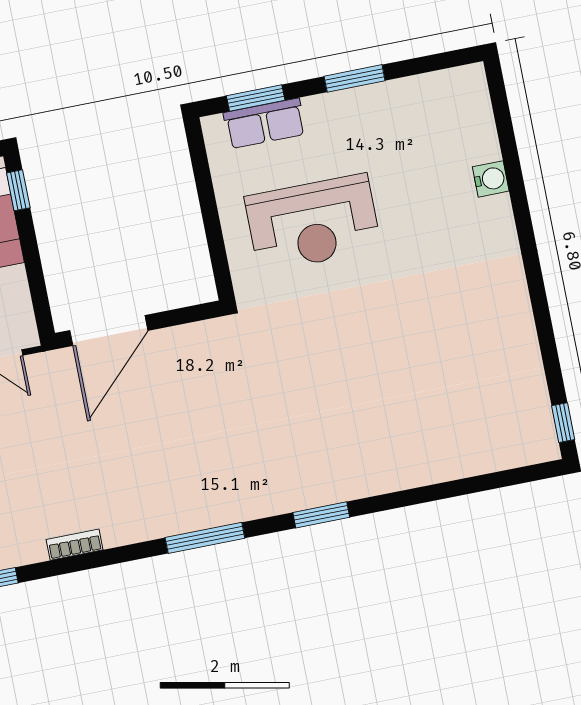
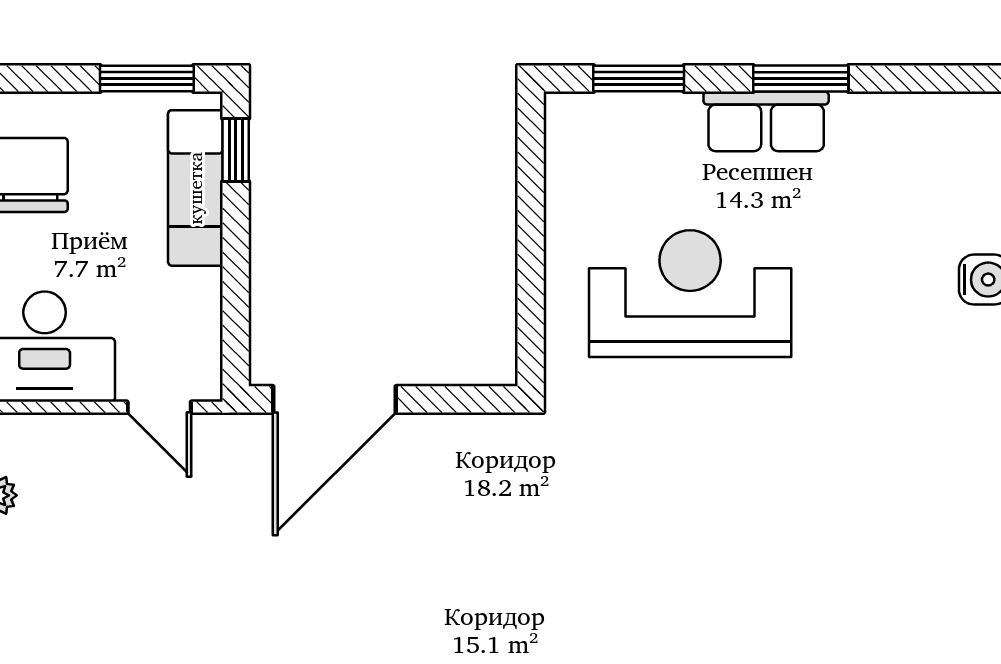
row of seats: (265, 123) -> (766, 121), moved
reception desk: (313, 223) -> (690, 294), turned 180

